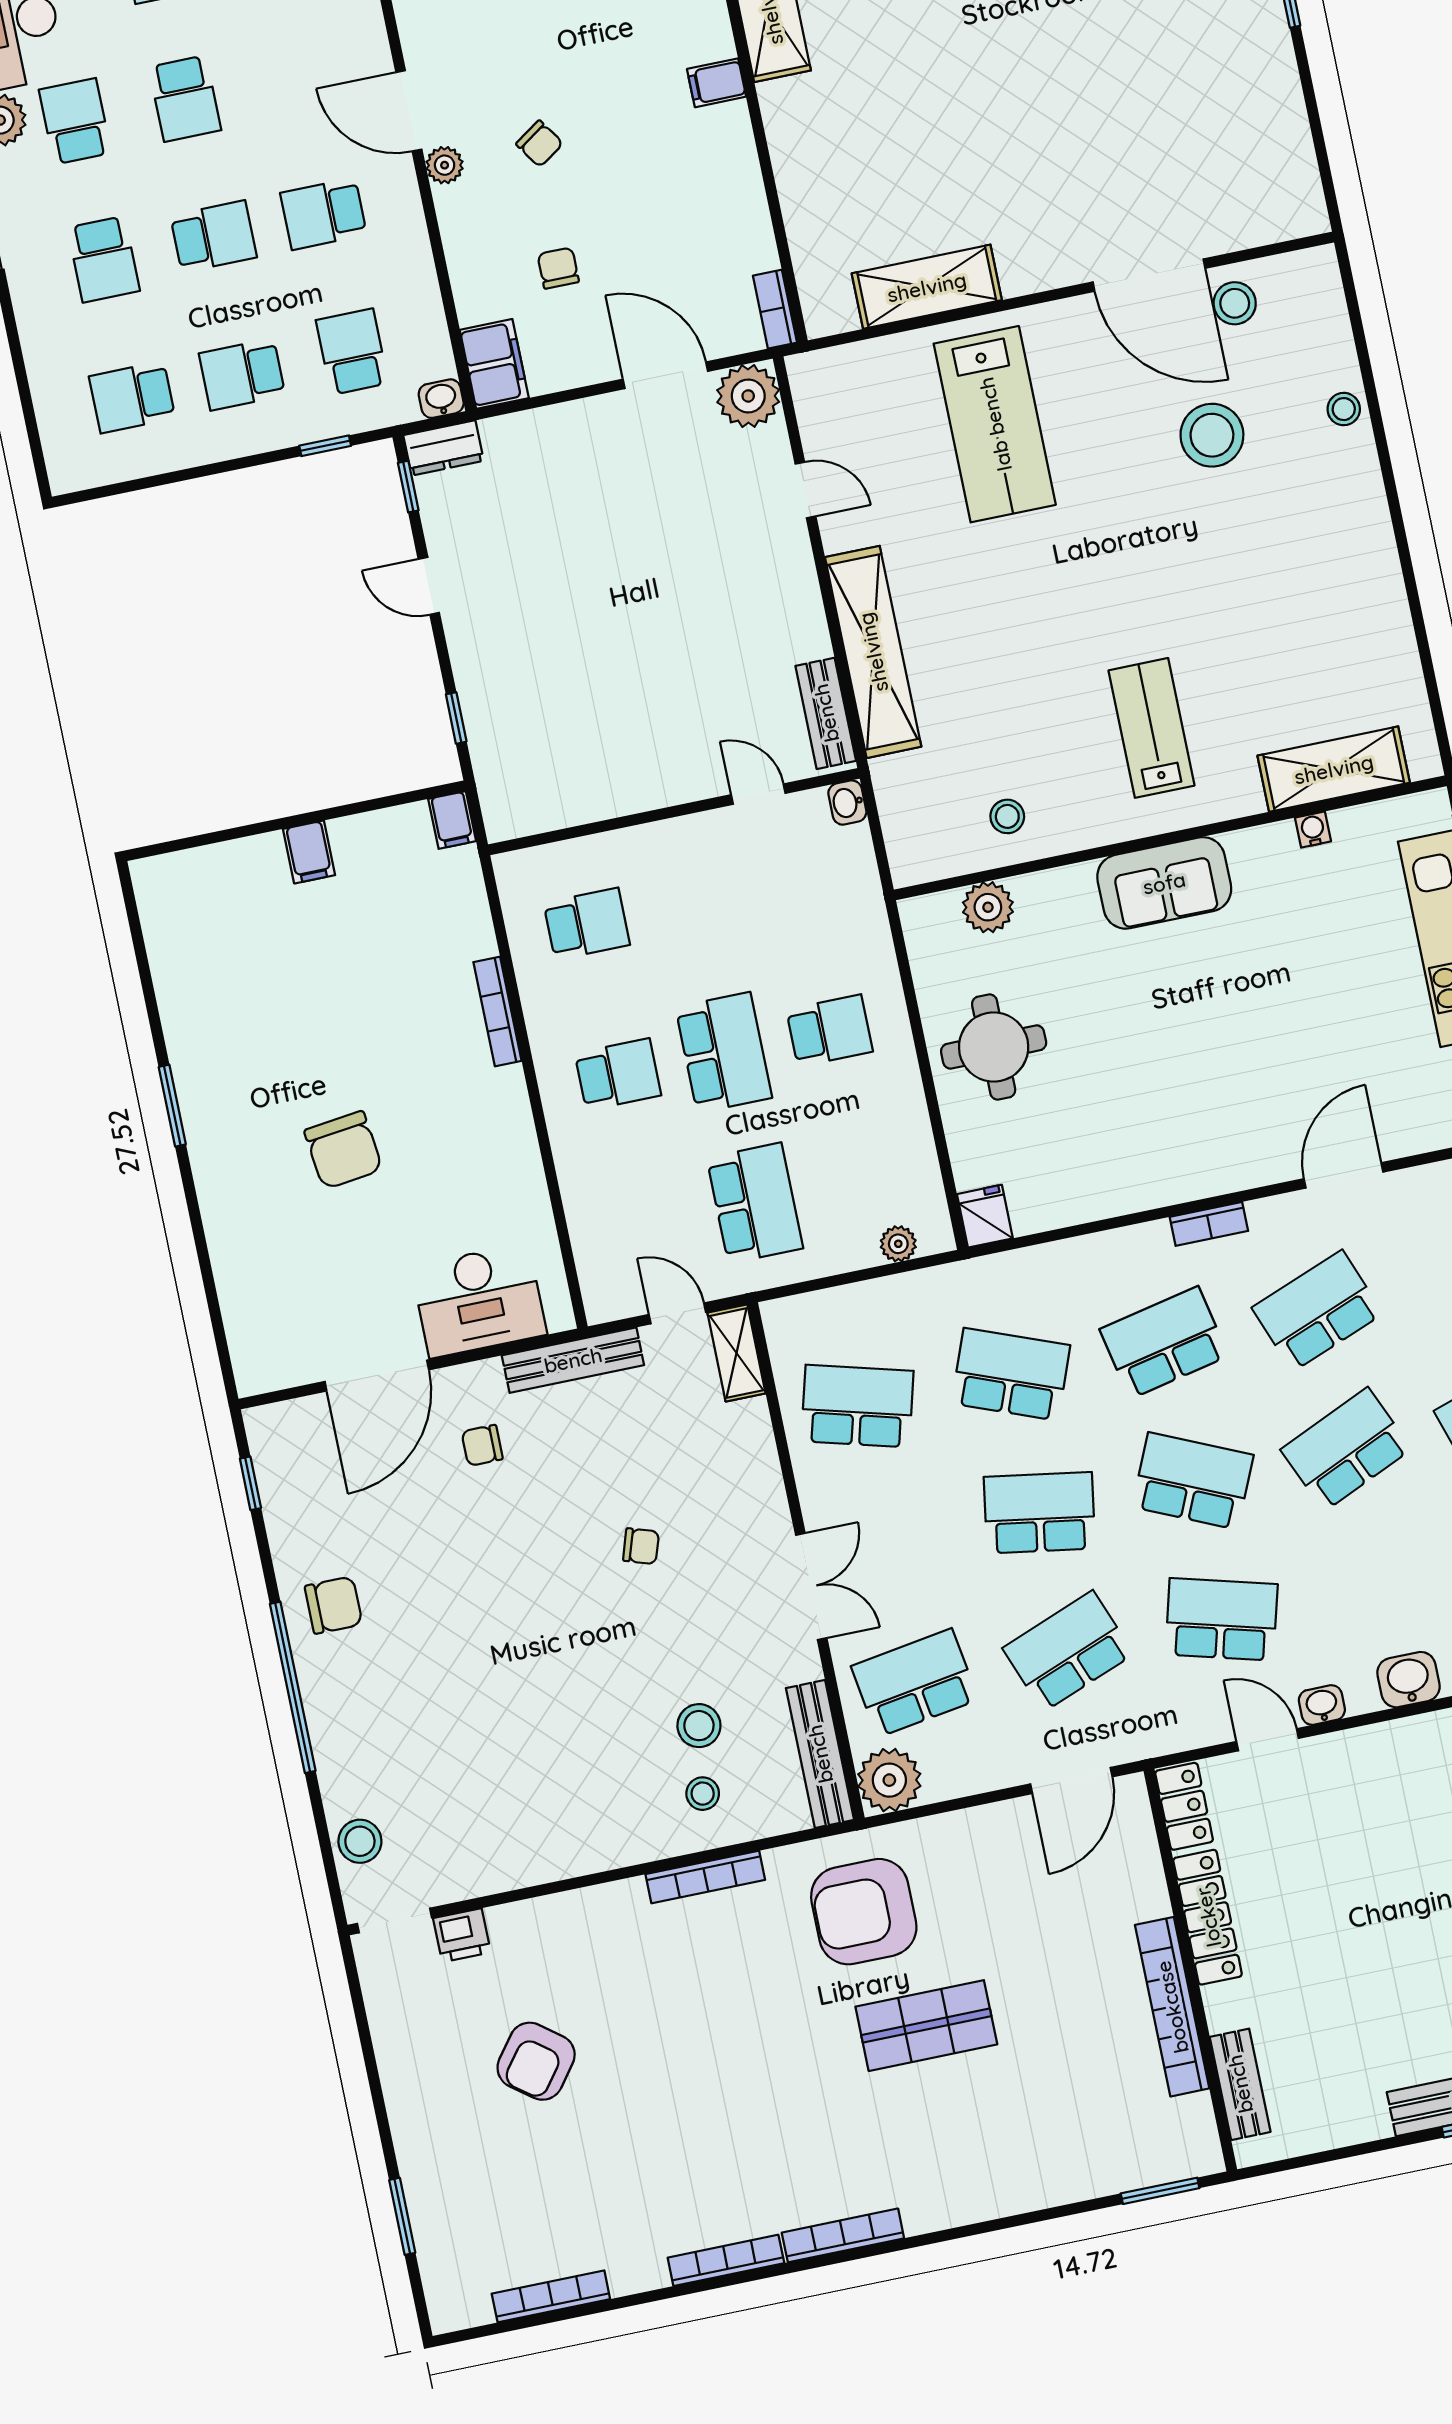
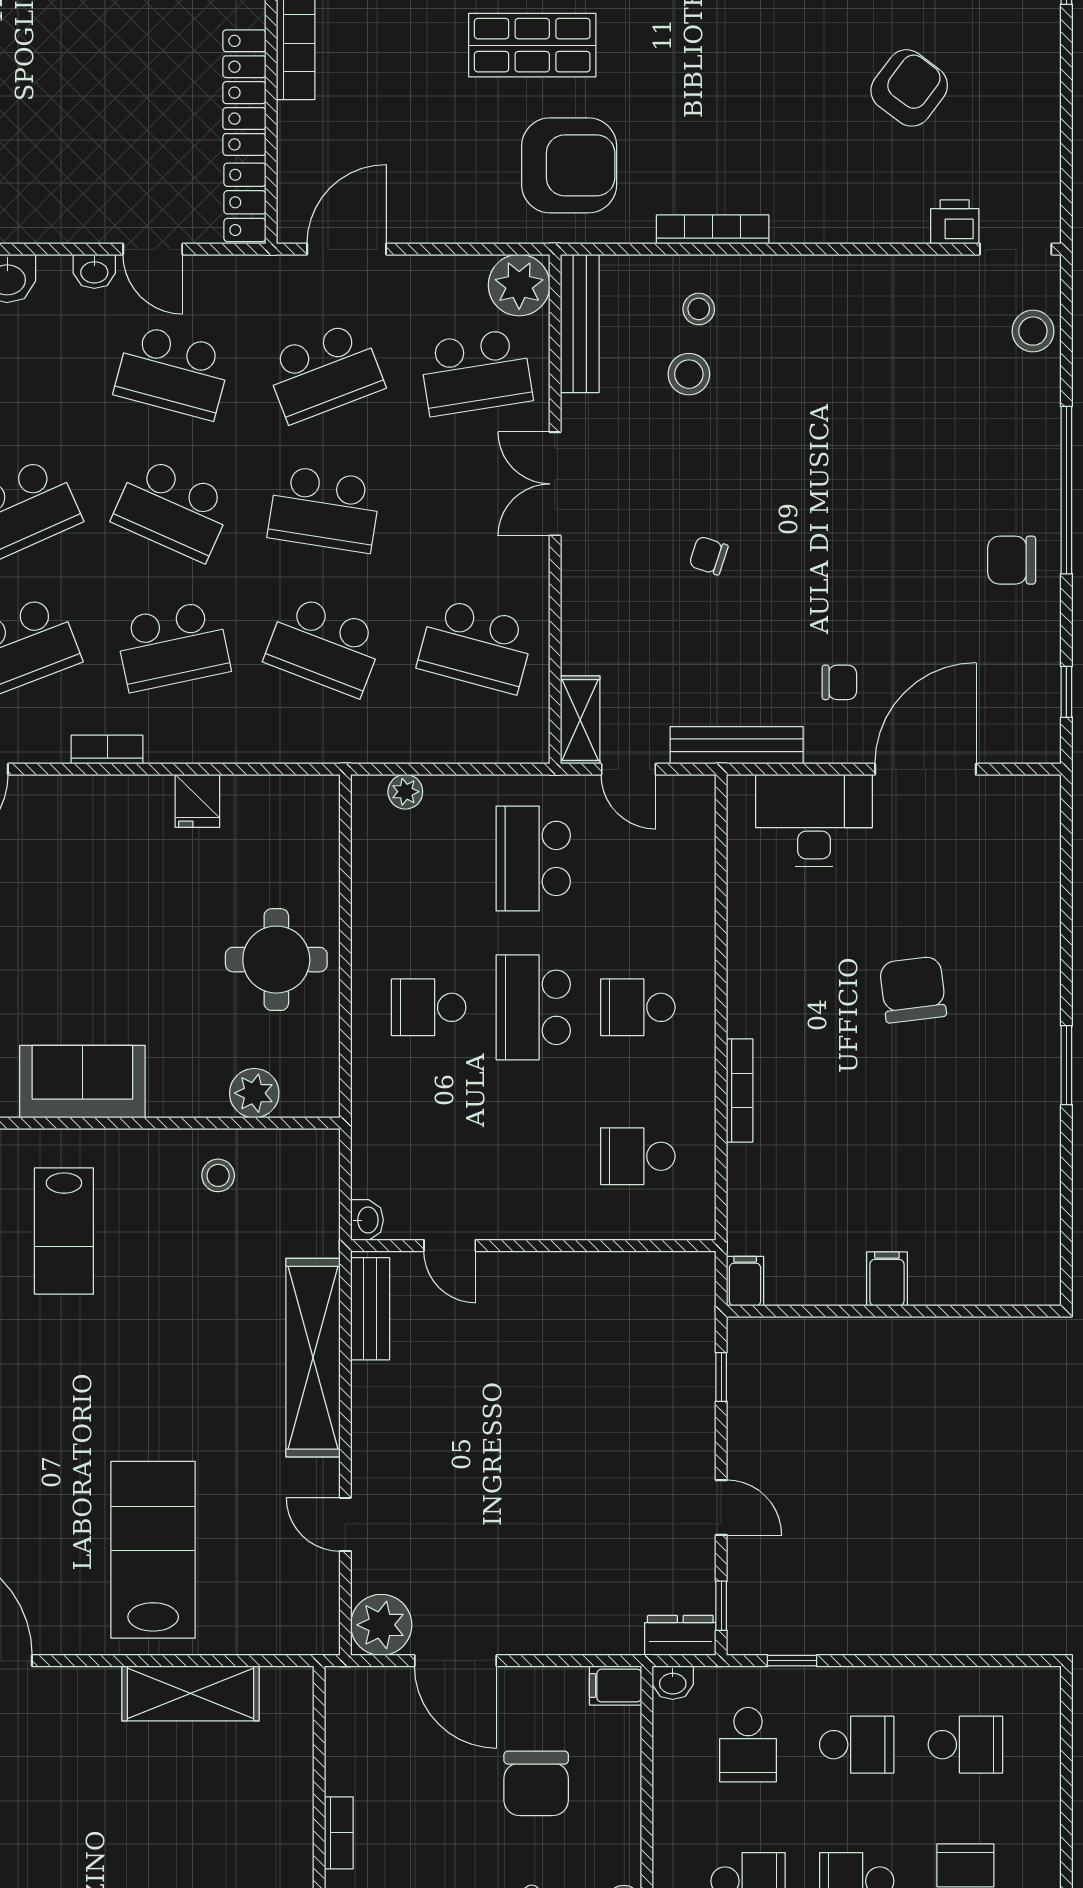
chair: (558, 268) -> (536, 1783), width x1.87, depth x1.87
bookcase: (775, 309) -> (339, 1833), moved
filing cabinet: (494, 364) -> (616, 1686), width x0.50
fridge: (985, 1216) -> (197, 801), moved

